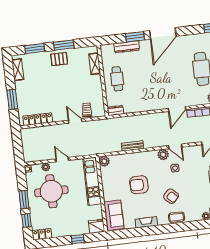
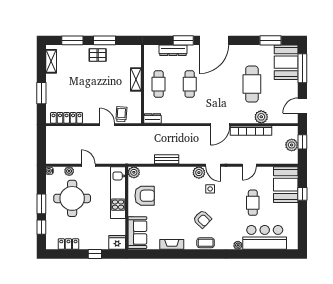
shelving: (95, 64) -> (136, 79), moved
cafe table: (145, 76) -> (190, 84), added
armchair: (139, 185) -> (145, 196), moved, turned 180
locker: (42, 234) -> (68, 244), moved

